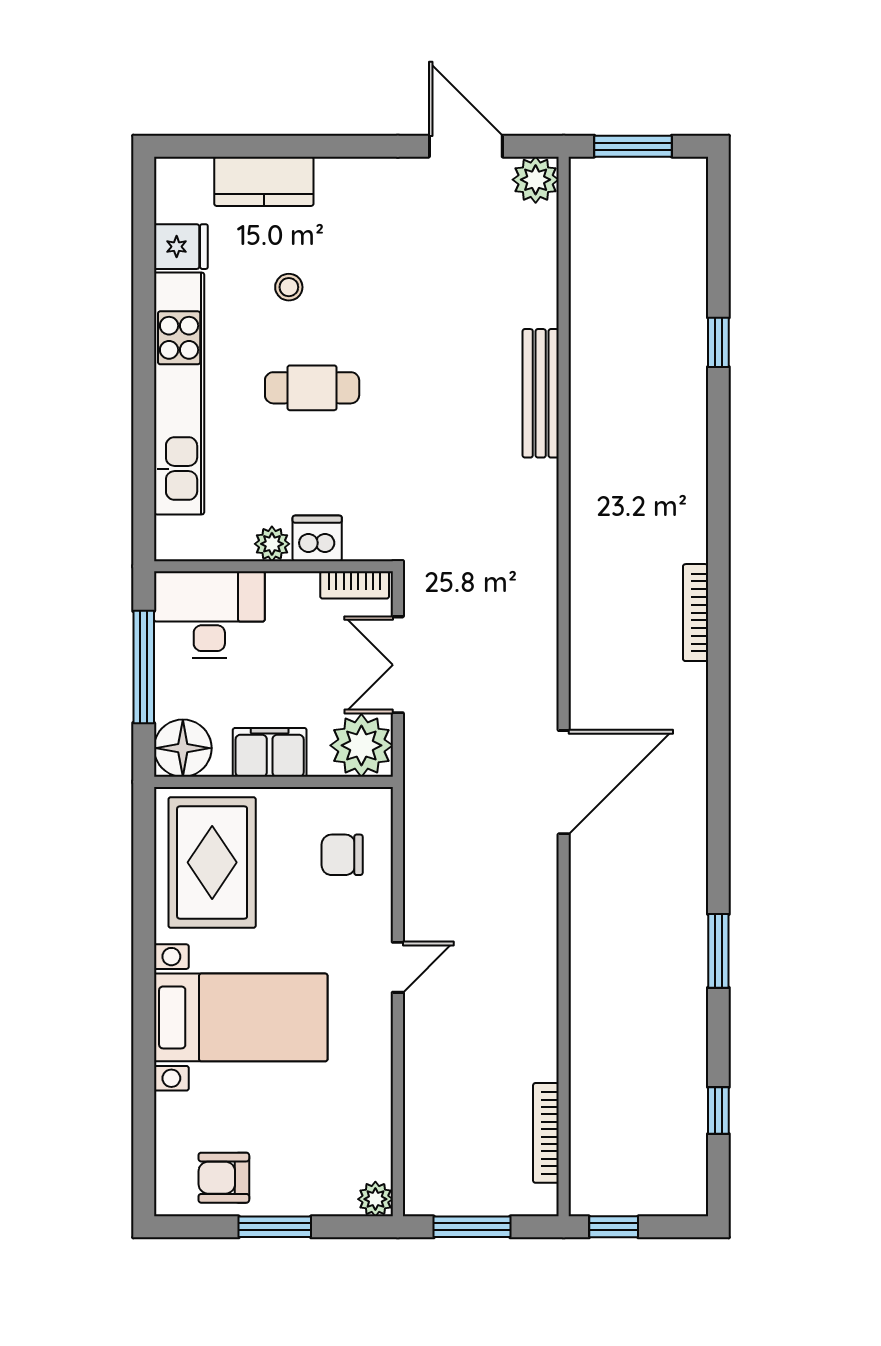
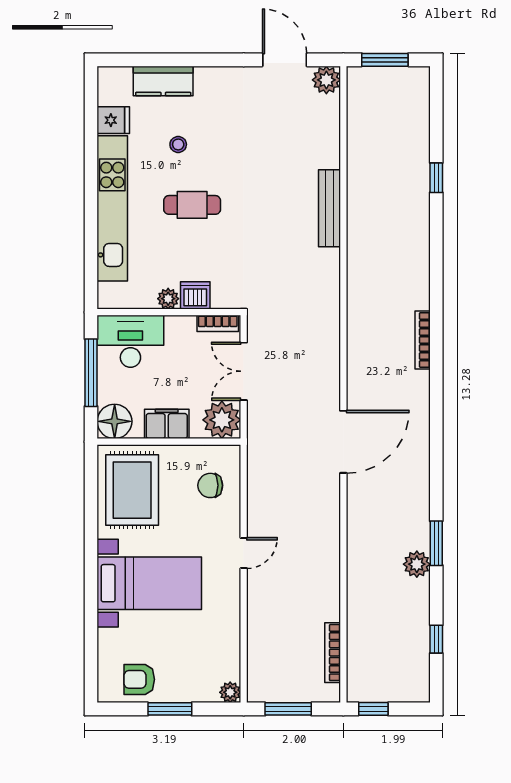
plant: (686, 986) -> (417, 564), added

